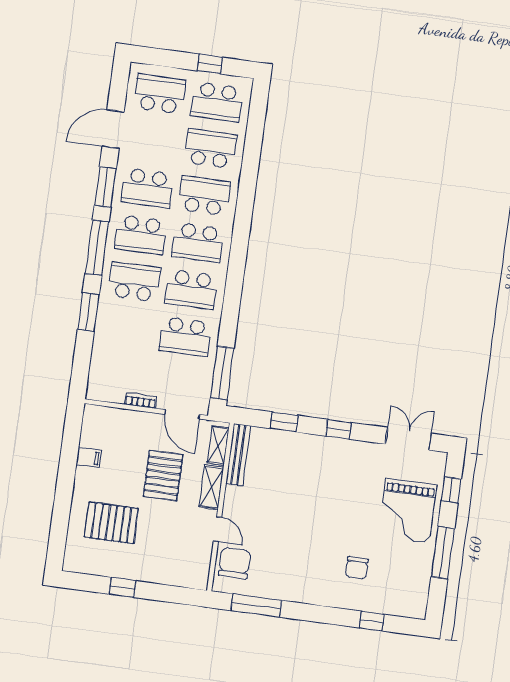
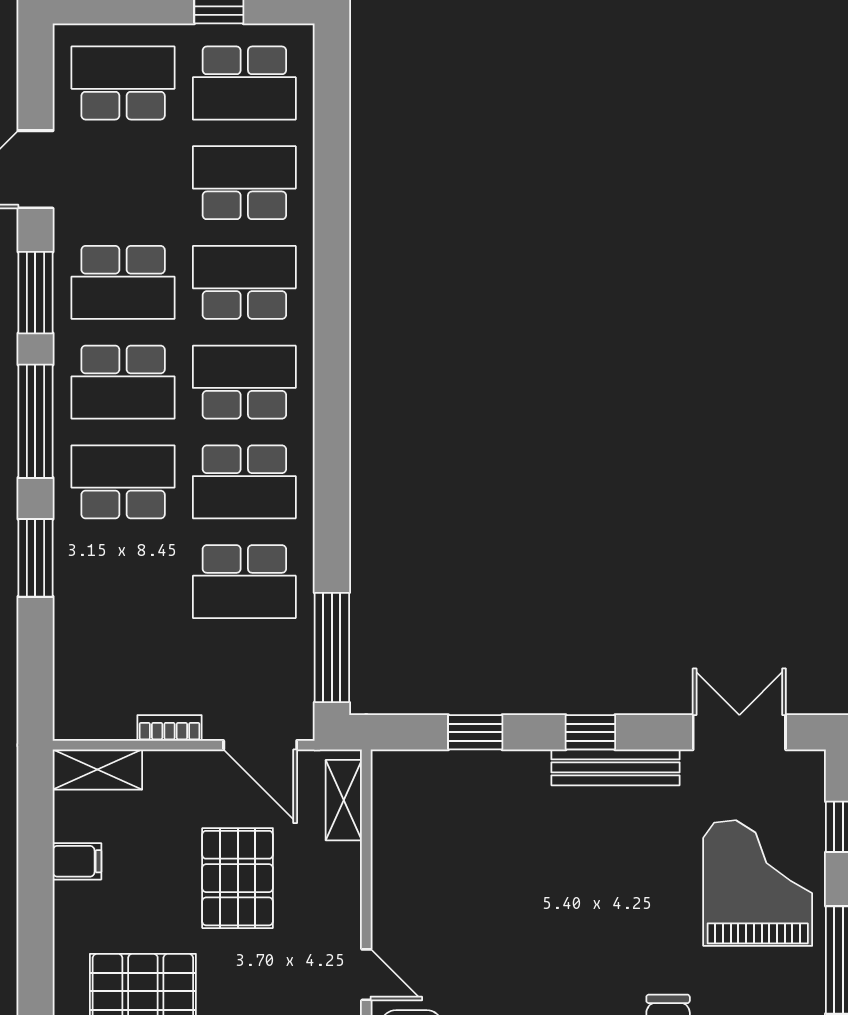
school desk: (198, 243) -> (244, 382), turned 180
bench: (238, 455) -> (615, 767), moved, turned 90
shelving: (211, 487) -> (97, 770), moved, turned 90
grand piano: (407, 511) -> (758, 883), turned 180

